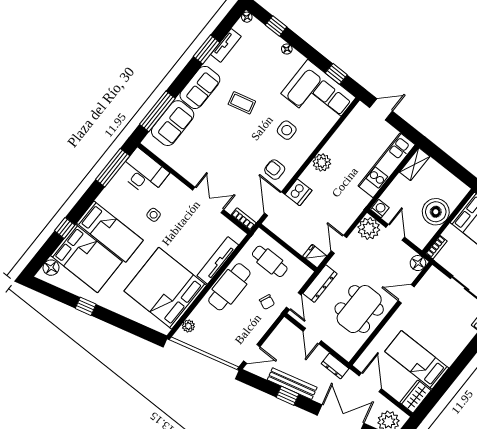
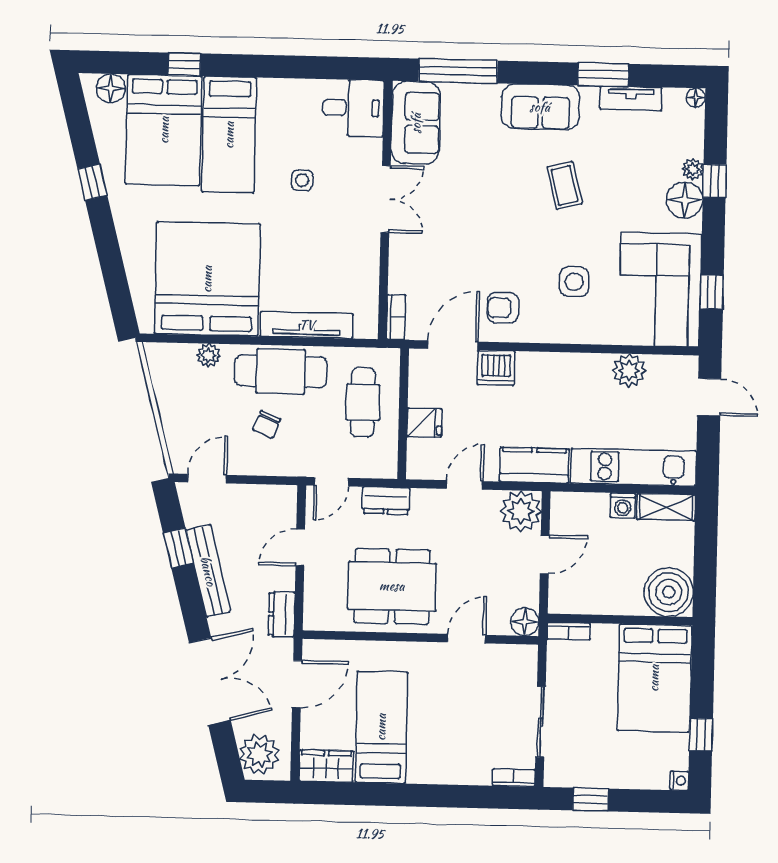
window: (276, 26) -> (715, 181), moved
plant: (277, 42) -> (693, 169), added
floor lamp: (287, 49) -> (685, 200), width x1.89, depth x1.89
sofa: (173, 123) -> (416, 123), moved, turned -90
plant: (322, 162) -> (629, 371), moved
window: (113, 168) -> (326, 68), removed
armchair: (275, 170) -> (503, 308), turned -90
desk: (143, 173) -> (353, 108), width x0.73
double door: (208, 200) -> (386, 199), moved
kitchen counter: (353, 208) -> (534, 465), added
washing machine: (380, 209) -> (623, 505), moved, turned 90
boiler: (436, 212) -> (669, 592), moved
fridge: (315, 256) -> (424, 423), moved, turned 90
dresser: (320, 284) -> (386, 501), width x0.70
door: (406, 294) -> (467, 639), hinge flipped
chair: (267, 302) -> (267, 424), moved
plant: (188, 326) -> (209, 355), moved
door: (252, 354) -> (207, 479), swing flipped
window: (288, 396) -> (178, 548), moved

